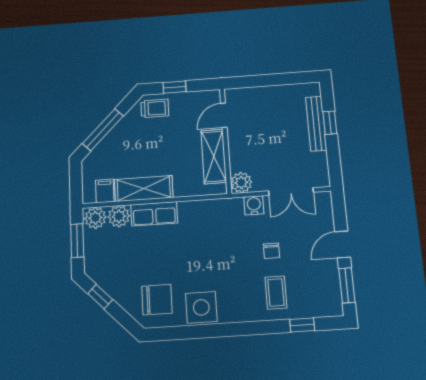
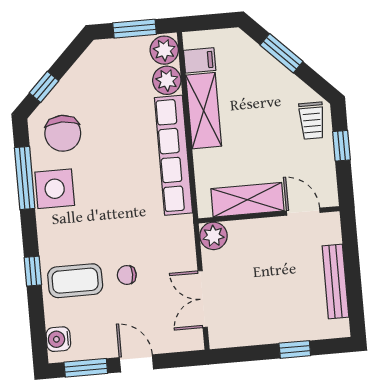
bench: (316, 124) -> (335, 281), moved, turned 90
window: (103, 130) -> (281, 53), width x0.69
water cooler: (254, 205) -> (58, 339), moved, turned 180
row of seats: (154, 214) -> (174, 155), width x2.02
coffee table: (276, 292) -> (75, 281), width x1.36, depth x1.30
window: (100, 297) -> (44, 87), moved
window: (302, 325) -> (33, 271), moved
window: (192, 332) -> (25, 178), added

